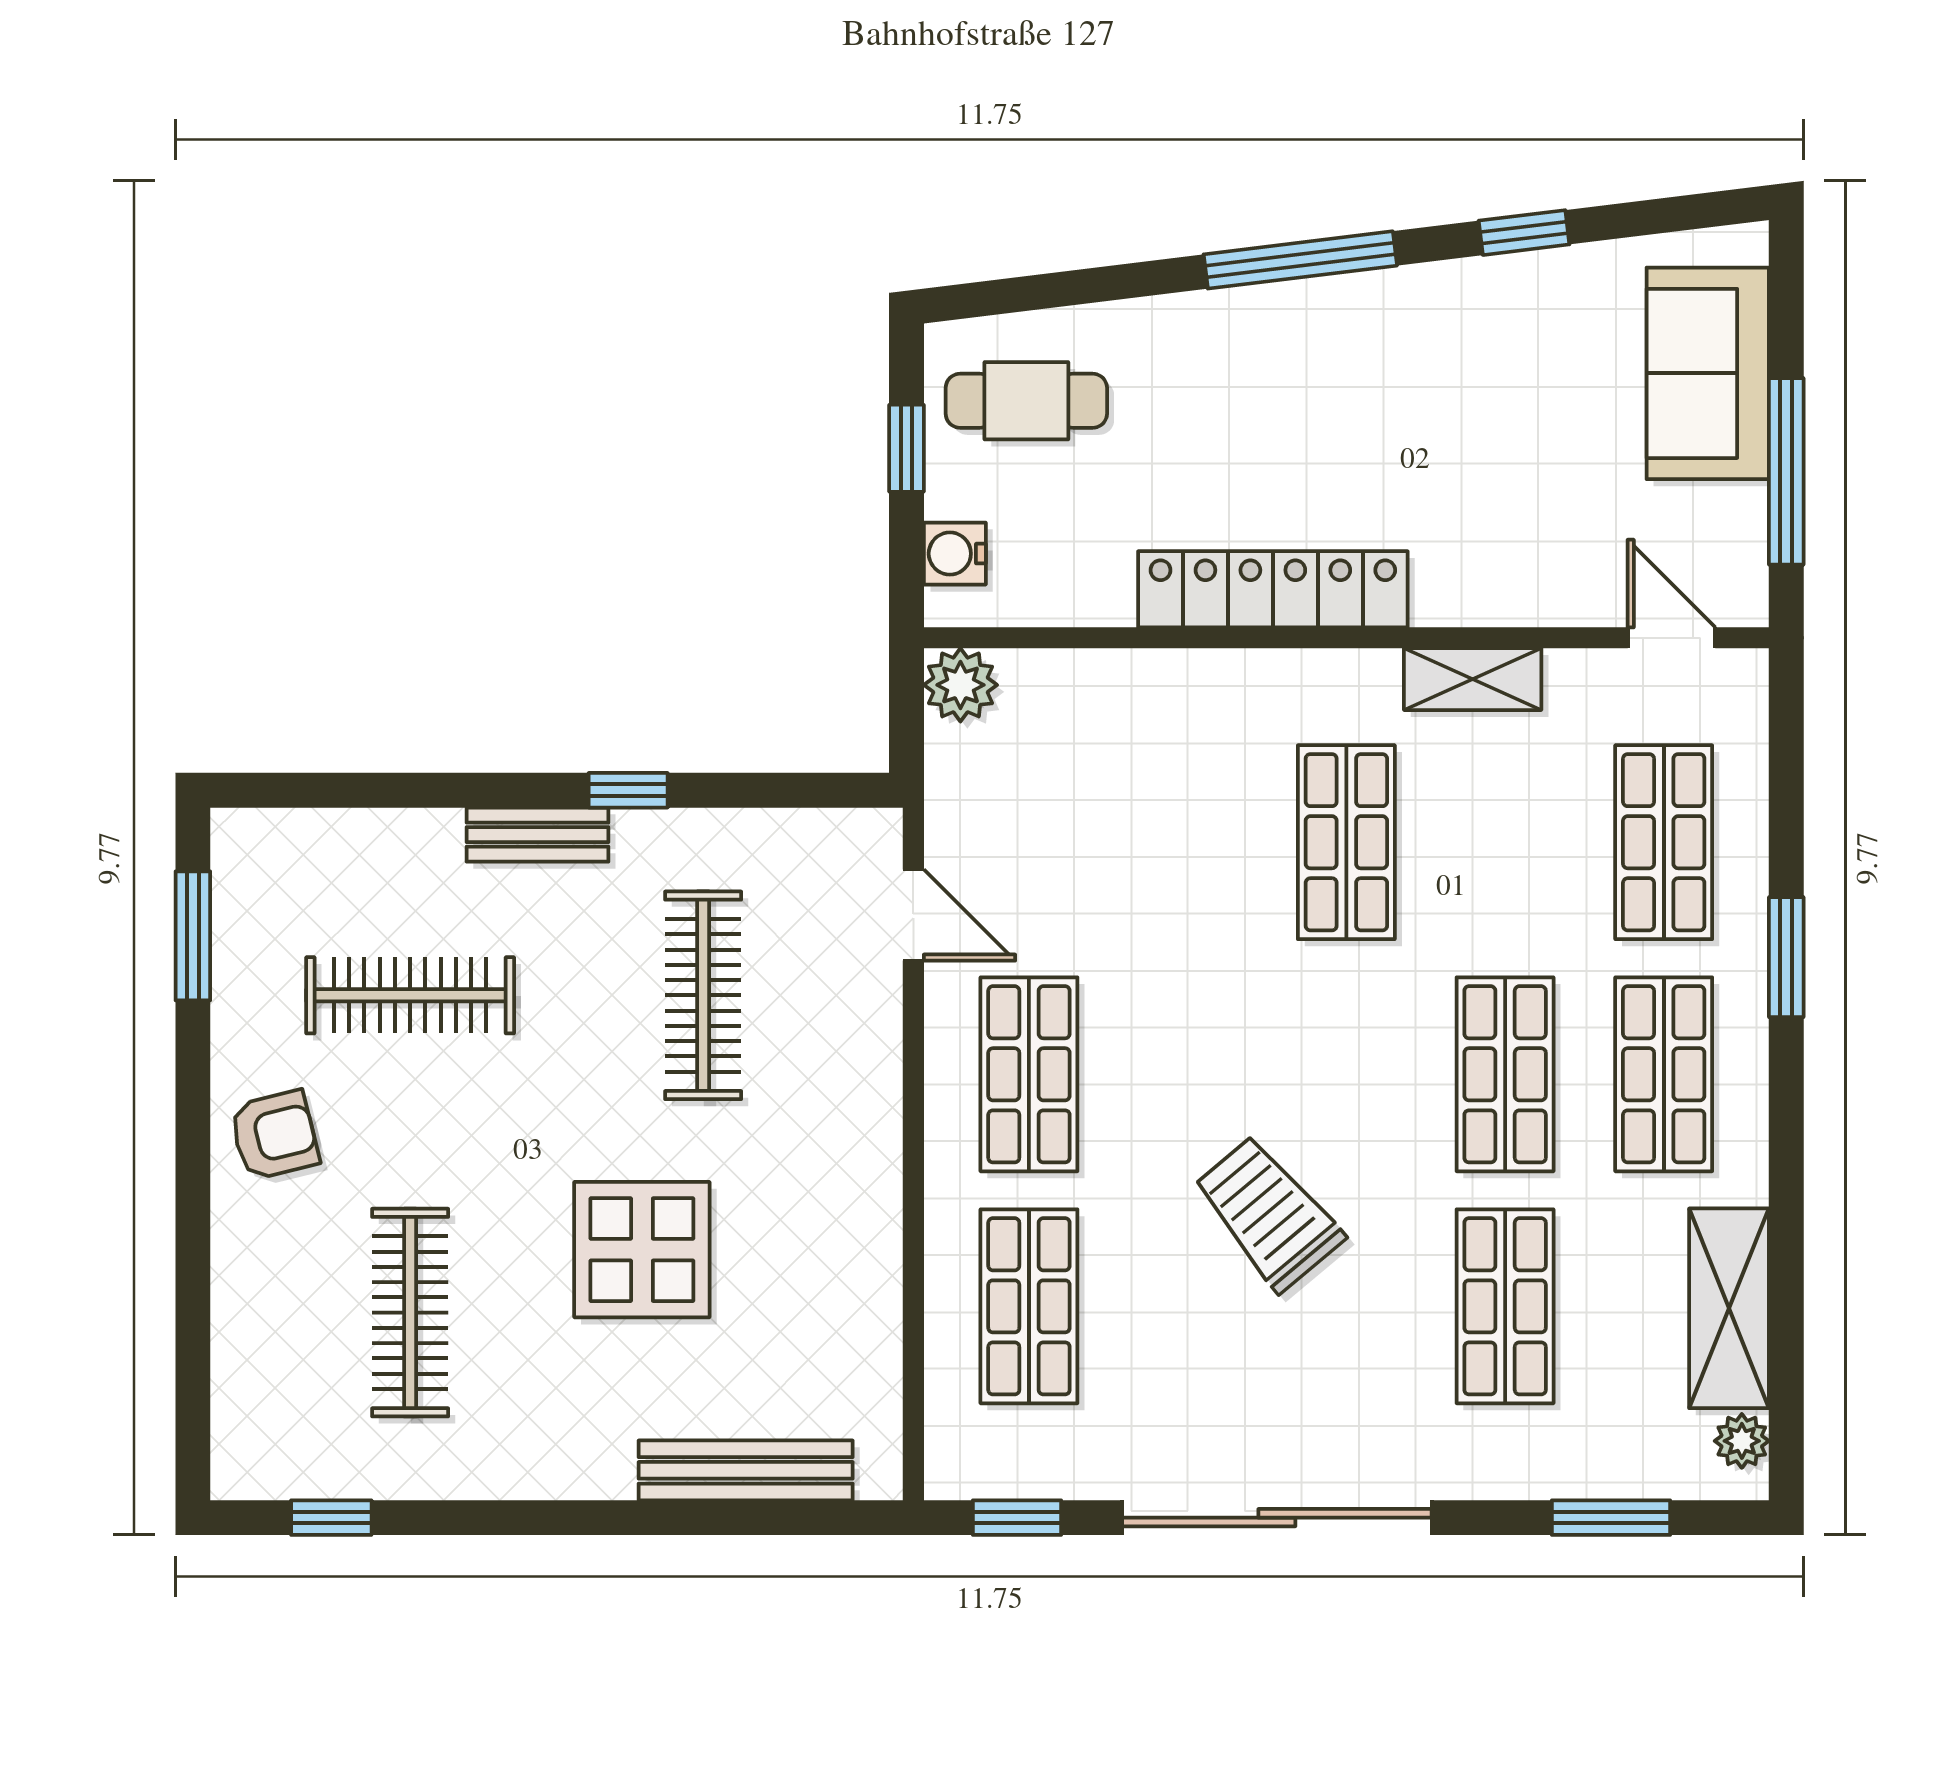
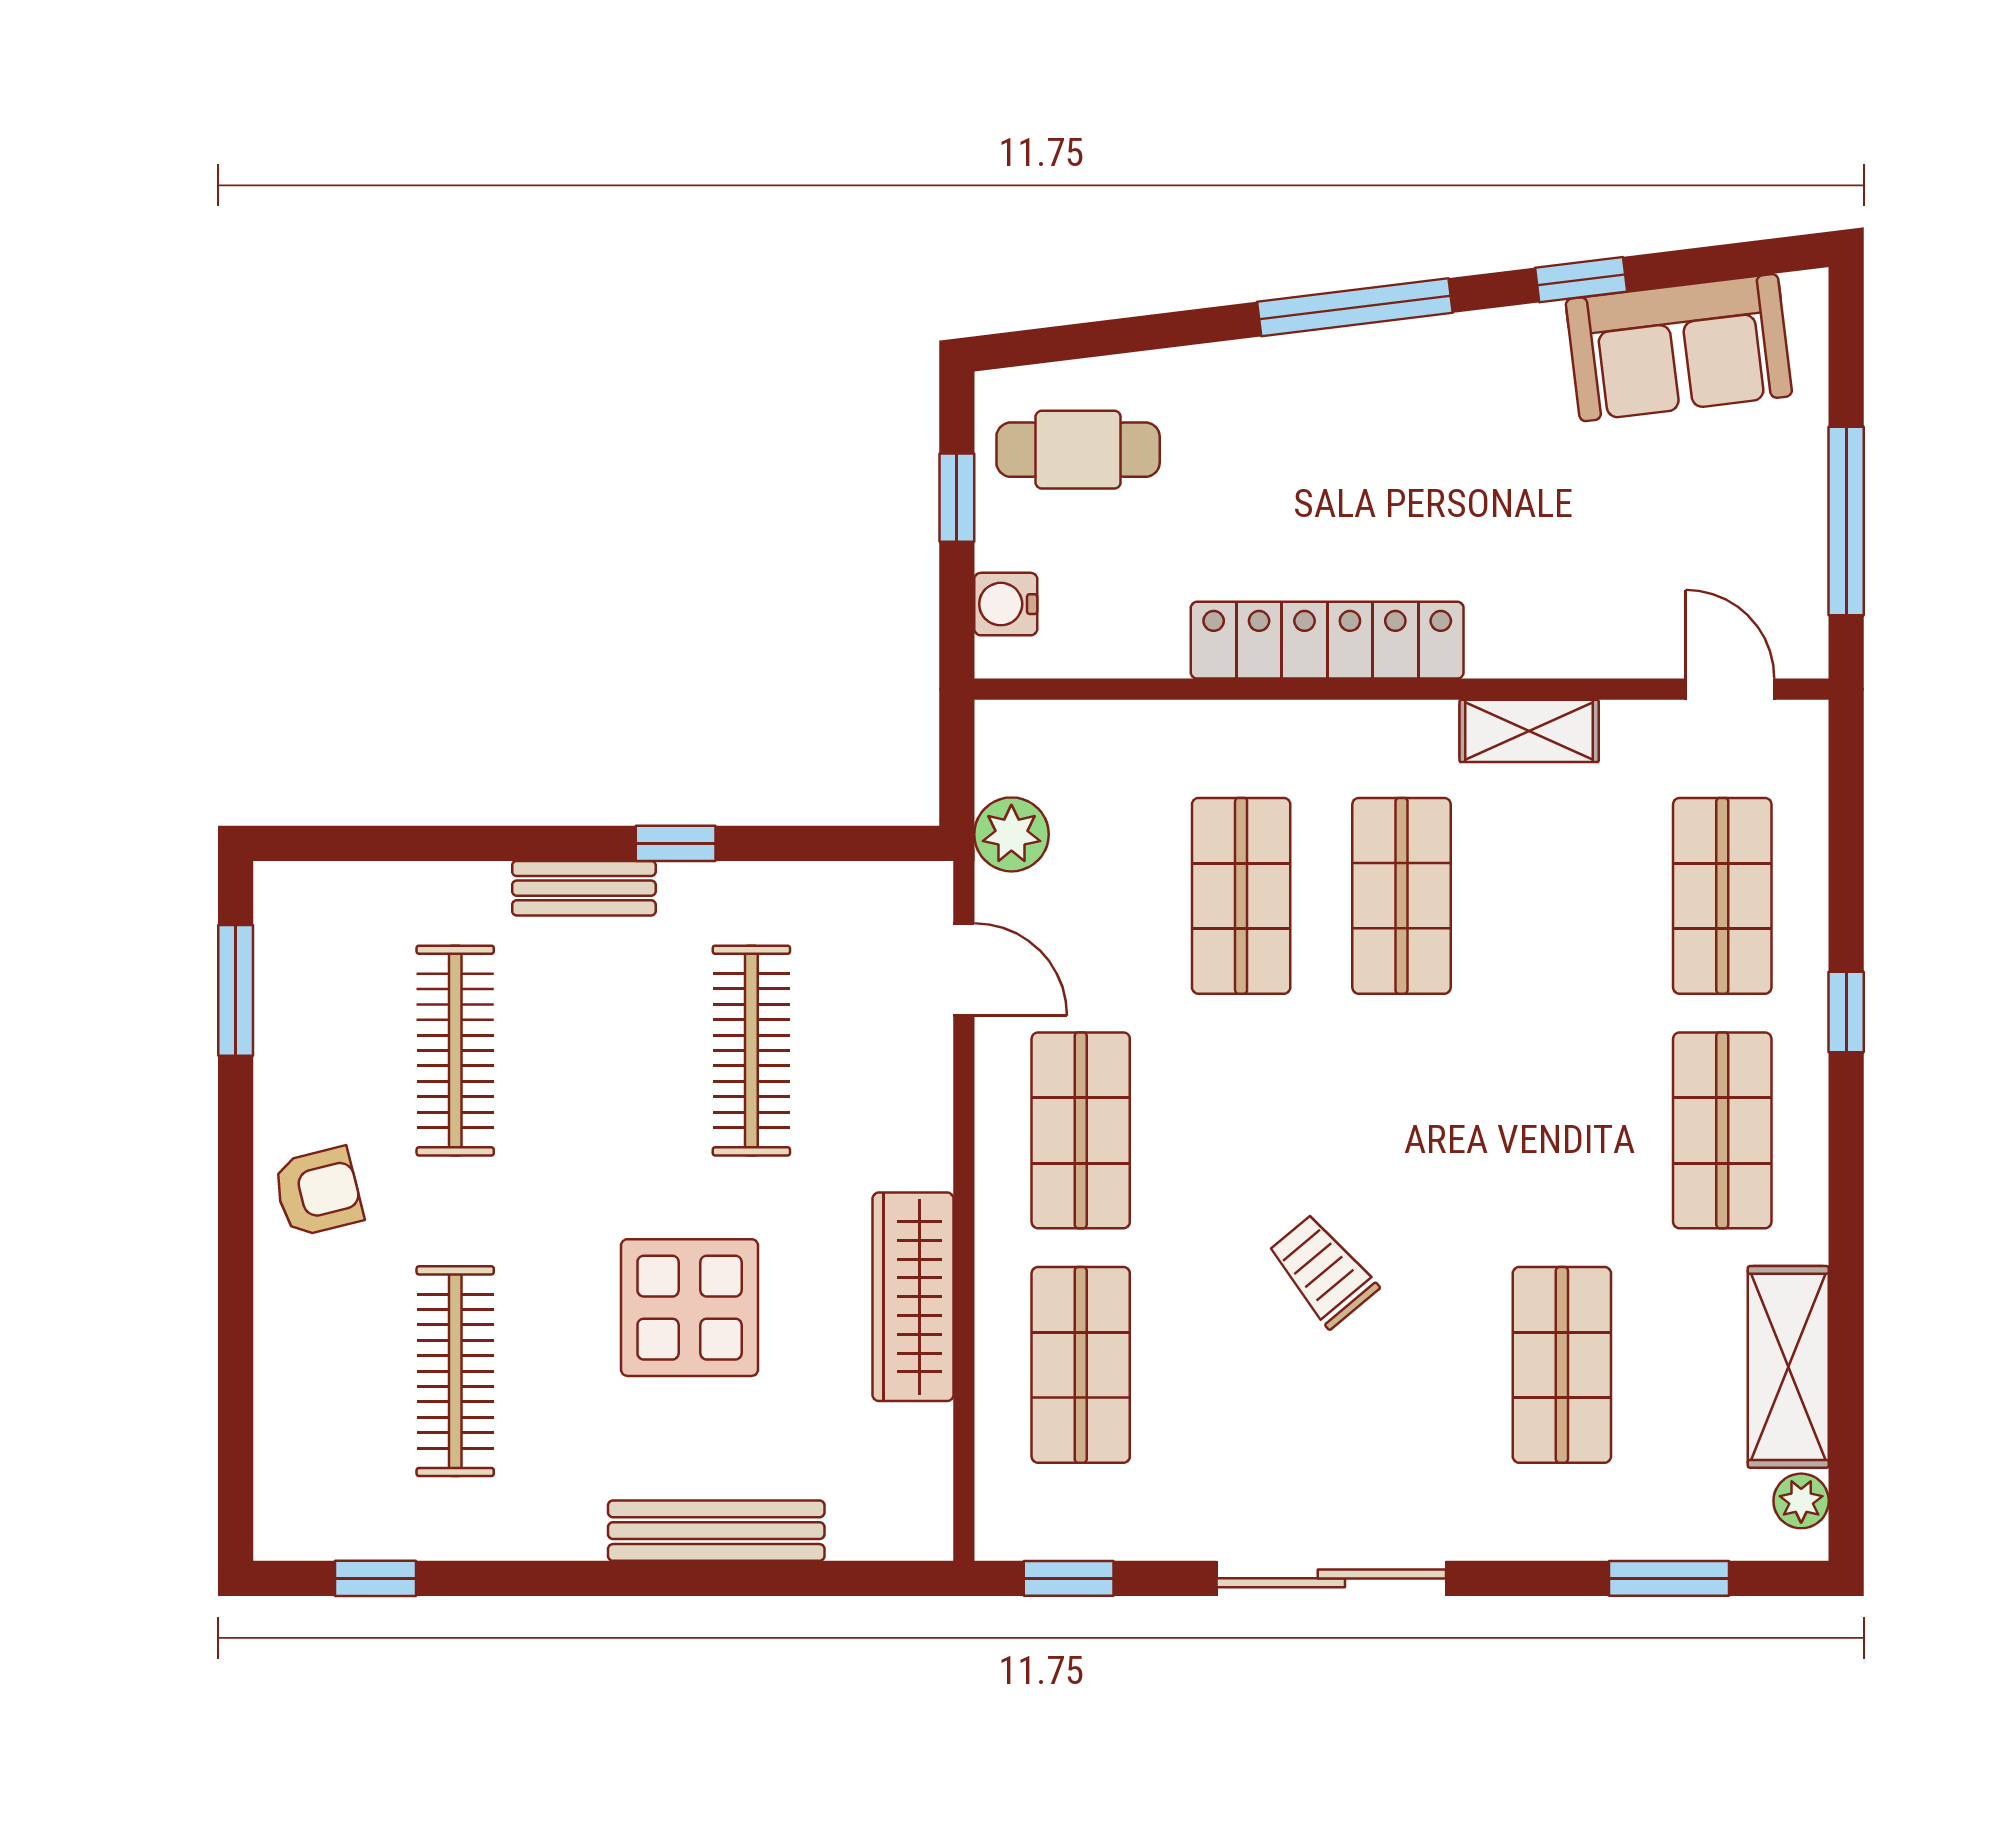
sofa: (1708, 373) -> (1679, 348), moved, turned -97
plant: (960, 685) -> (1011, 834), moved
window: (1786, 957) -> (1846, 1012), width x0.67
clothes rail: (410, 995) -> (455, 1051), turned 90
shop shelf: (1505, 1074) -> (1241, 896), moved
trolley: (1268, 1213) -> (1323, 1271), width x0.73, depth x0.72
wardrobe: (863, 1239) -> (913, 1297), added
bench: (746, 1470) -> (716, 1531), moved
sliding door: (1277, 1518) -> (1331, 1578), width x0.73

